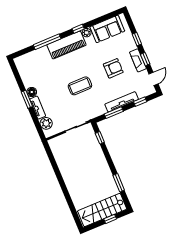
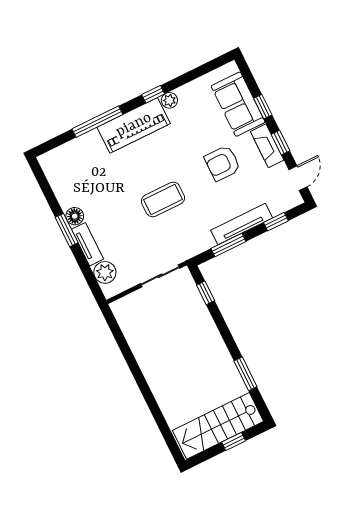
sofa: (107, 29) -> (238, 104), moved, turned 90
armchair: (113, 68) -> (222, 163), turned 180

